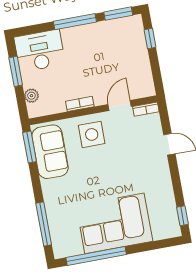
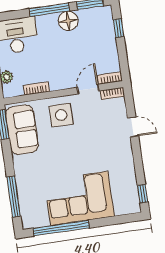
floor lamp: (95, 33) -> (68, 21), added
bookcase: (143, 93) -> (110, 78), added
bookcase: (80, 104) -> (36, 88), moved

